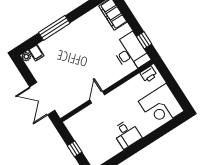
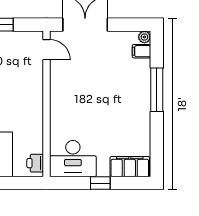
window: (144, 40) -> (100, 183), moved
door: (97, 97) -> (47, 50), moved

